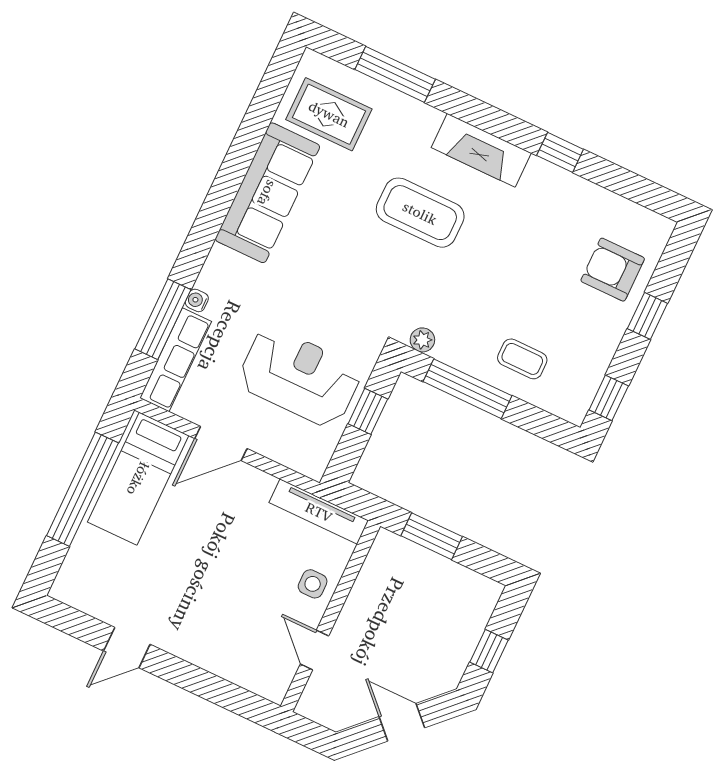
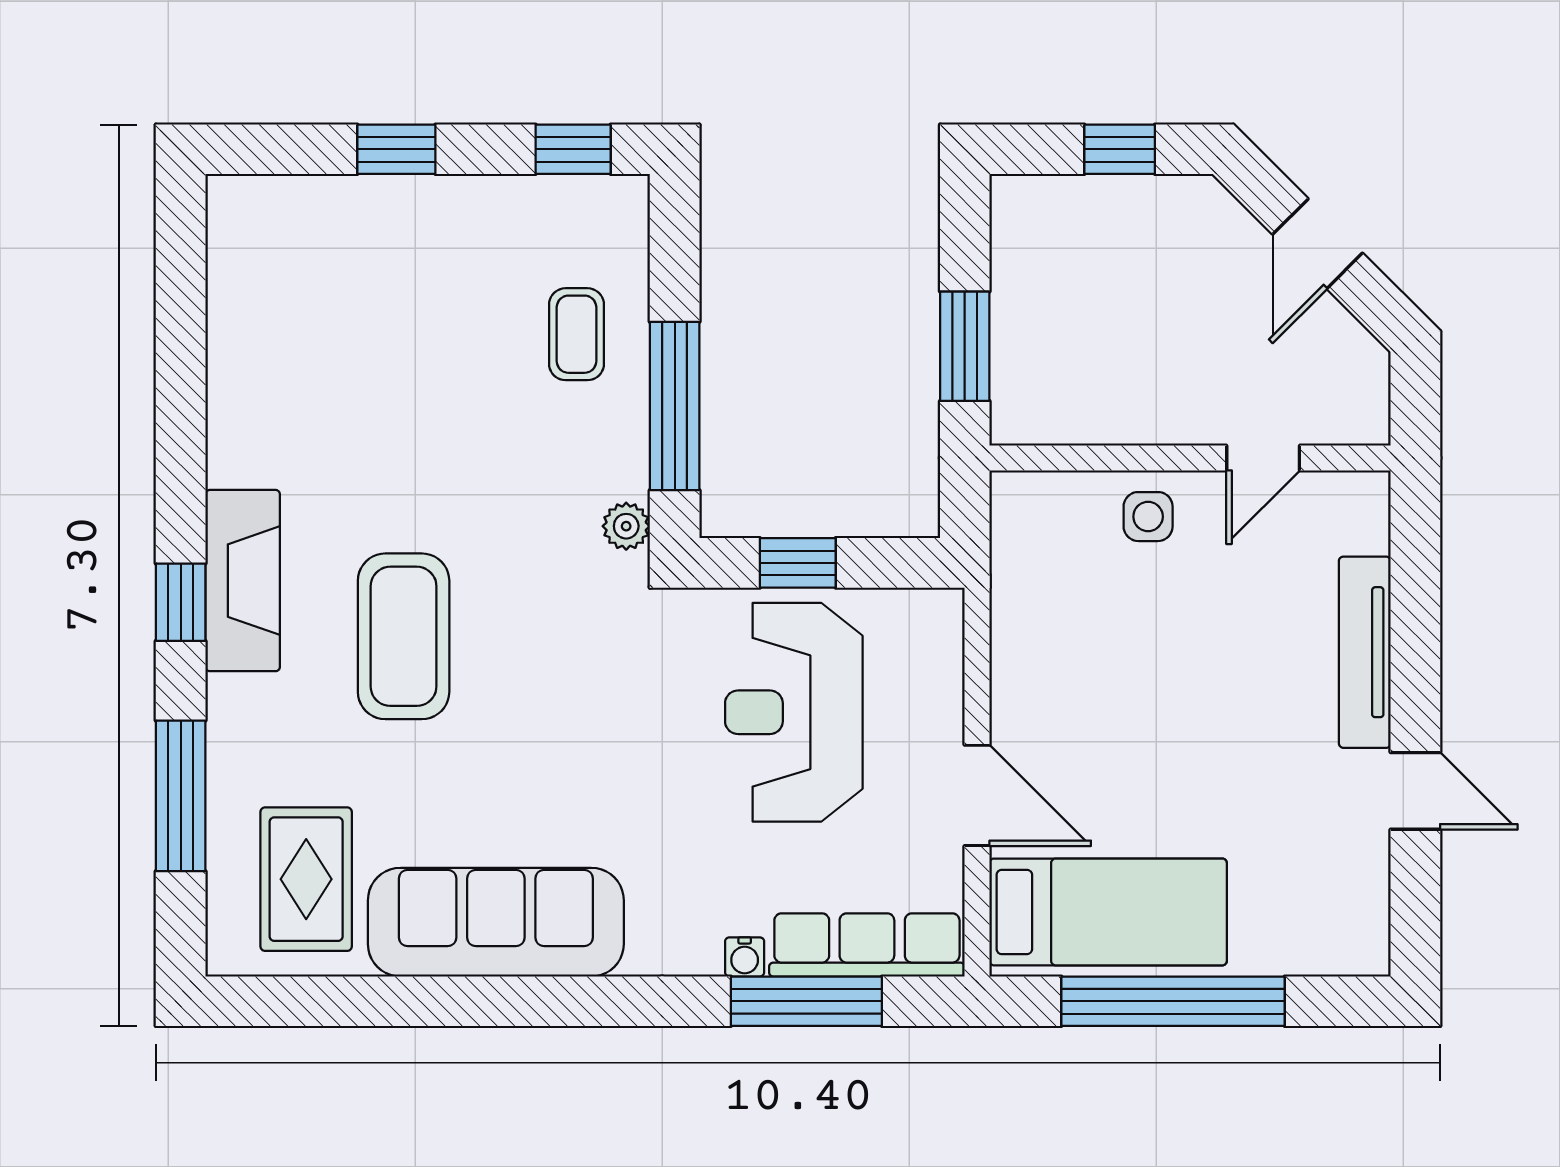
window: (560, 152) -> (181, 602), moved
armchair: (613, 270) -> (343, 249), removed
tv unit: (319, 512) -> (1365, 652), moved, turned 180

